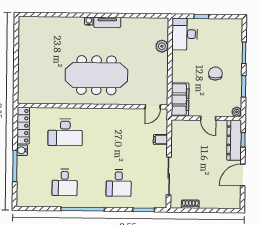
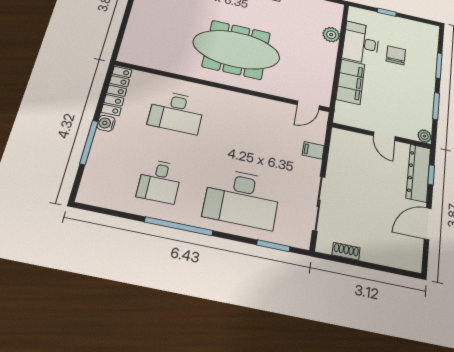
desk: (185, 34) -> (361, 43), moved
chair: (215, 74) -> (396, 55), moved
filing cabinet: (180, 100) -> (351, 82), moved
desk: (119, 183) -> (242, 199), width x1.87, depth x1.30

